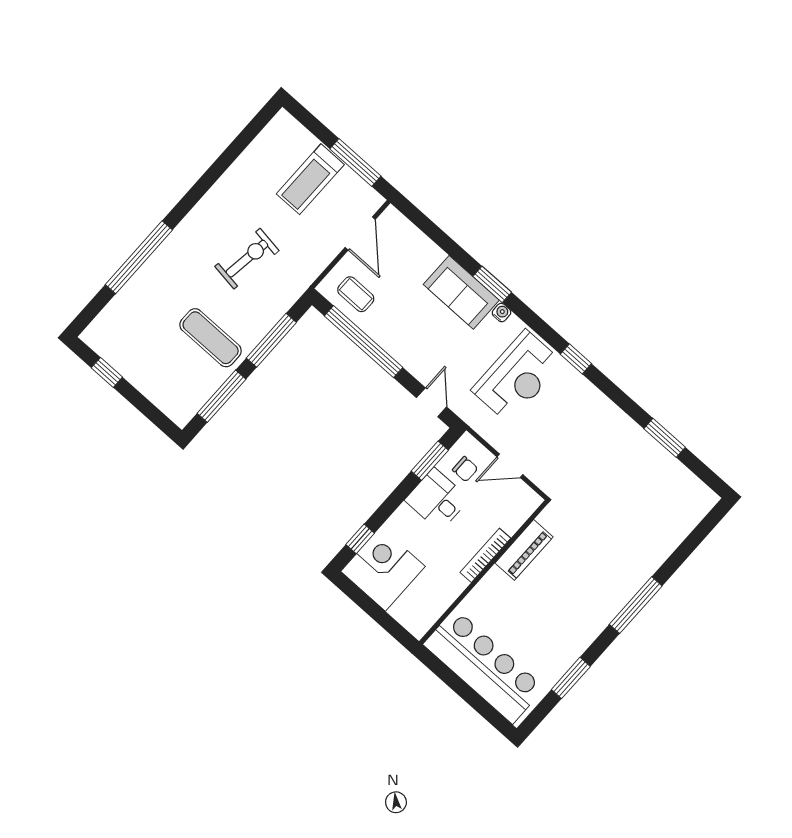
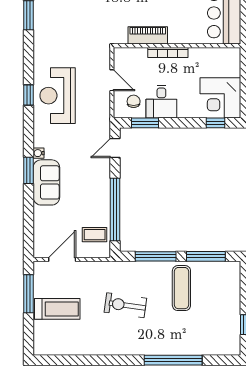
coffee table: (356, 294) -> (95, 235), turned 90
reception desk: (517, 376) -> (58, 96), moved, turned -90

